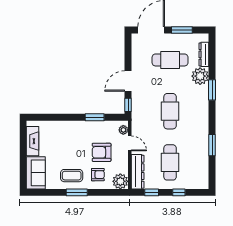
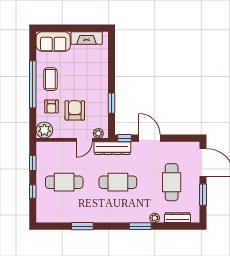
plant: (200, 76) -> (155, 218), width x0.53, depth x0.53
dresser: (138, 172) -> (112, 148), moved
window: (77, 192) -> (33, 84), width x2.11

